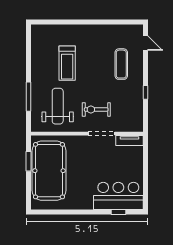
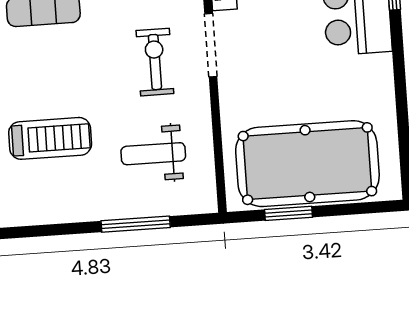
weight bench: (58, 106) -> (153, 154), width x0.73, depth x0.75
exercise bike: (96, 110) -> (155, 62), turned 180

